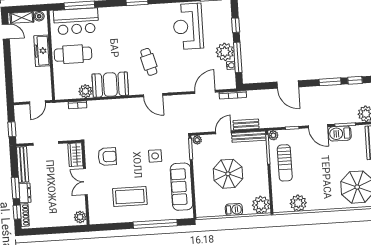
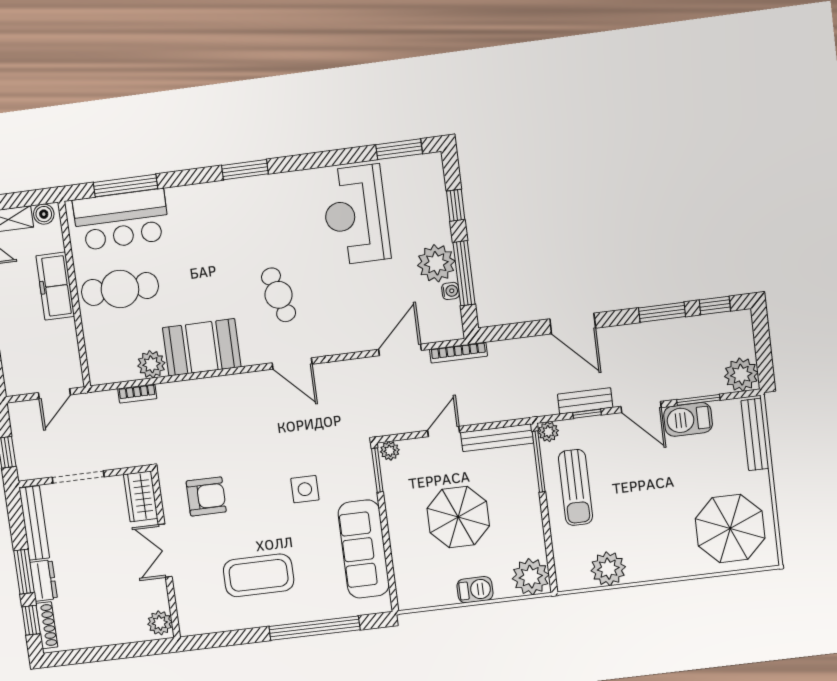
bench: (246, 125) -> (585, 401), moved

